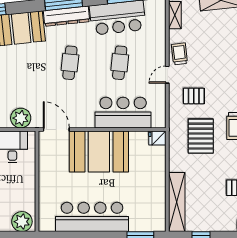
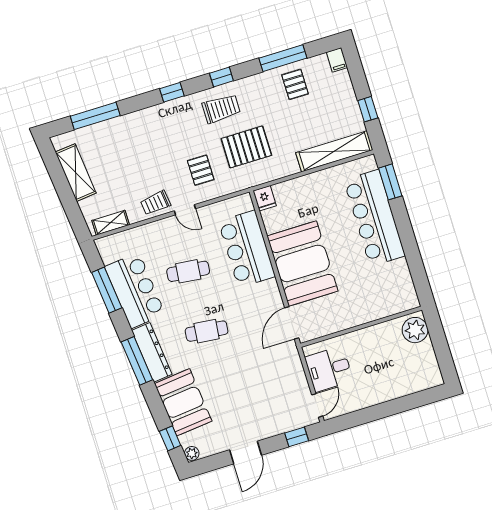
plant: (21, 118) -> (291, 370), removed
bar counter: (92, 217) -> (374, 218), moved

